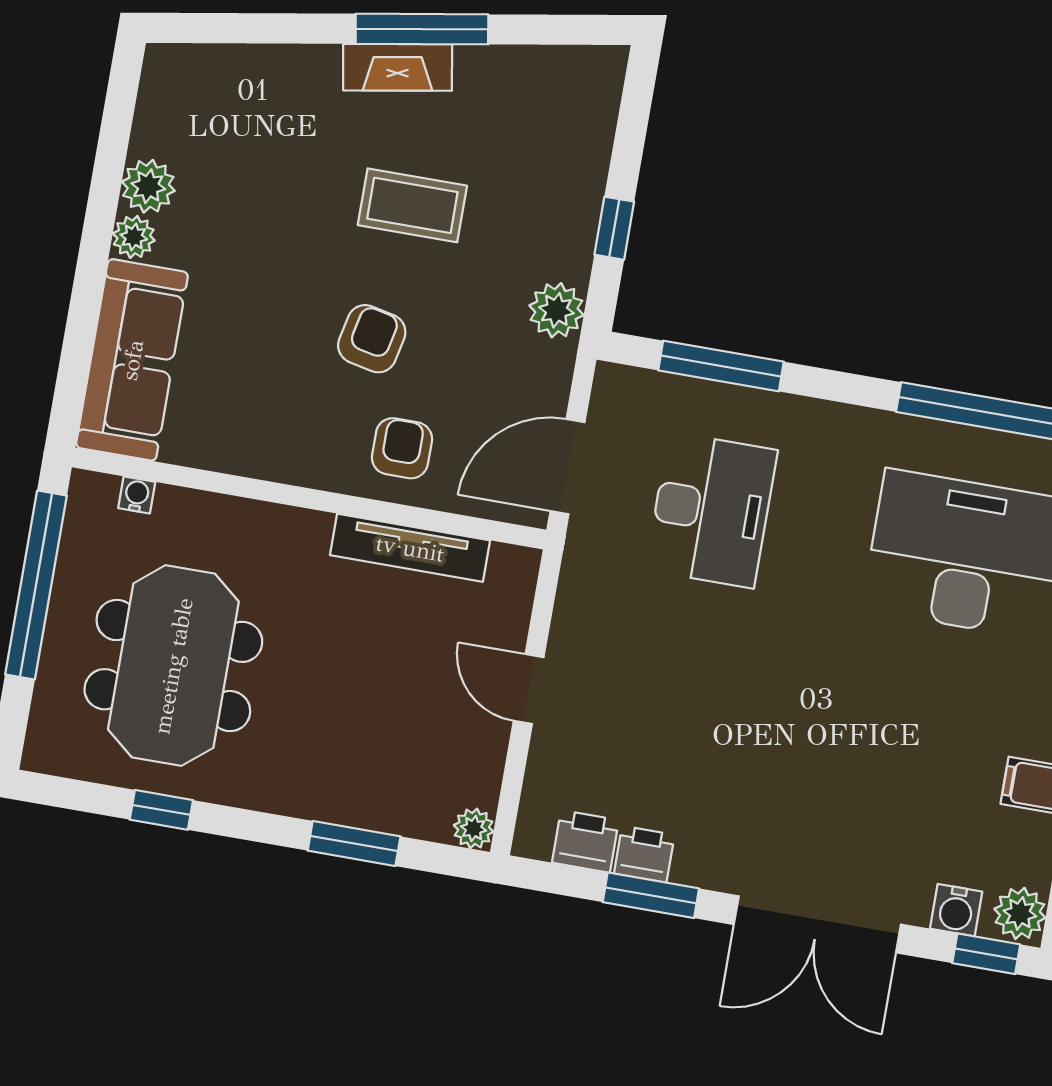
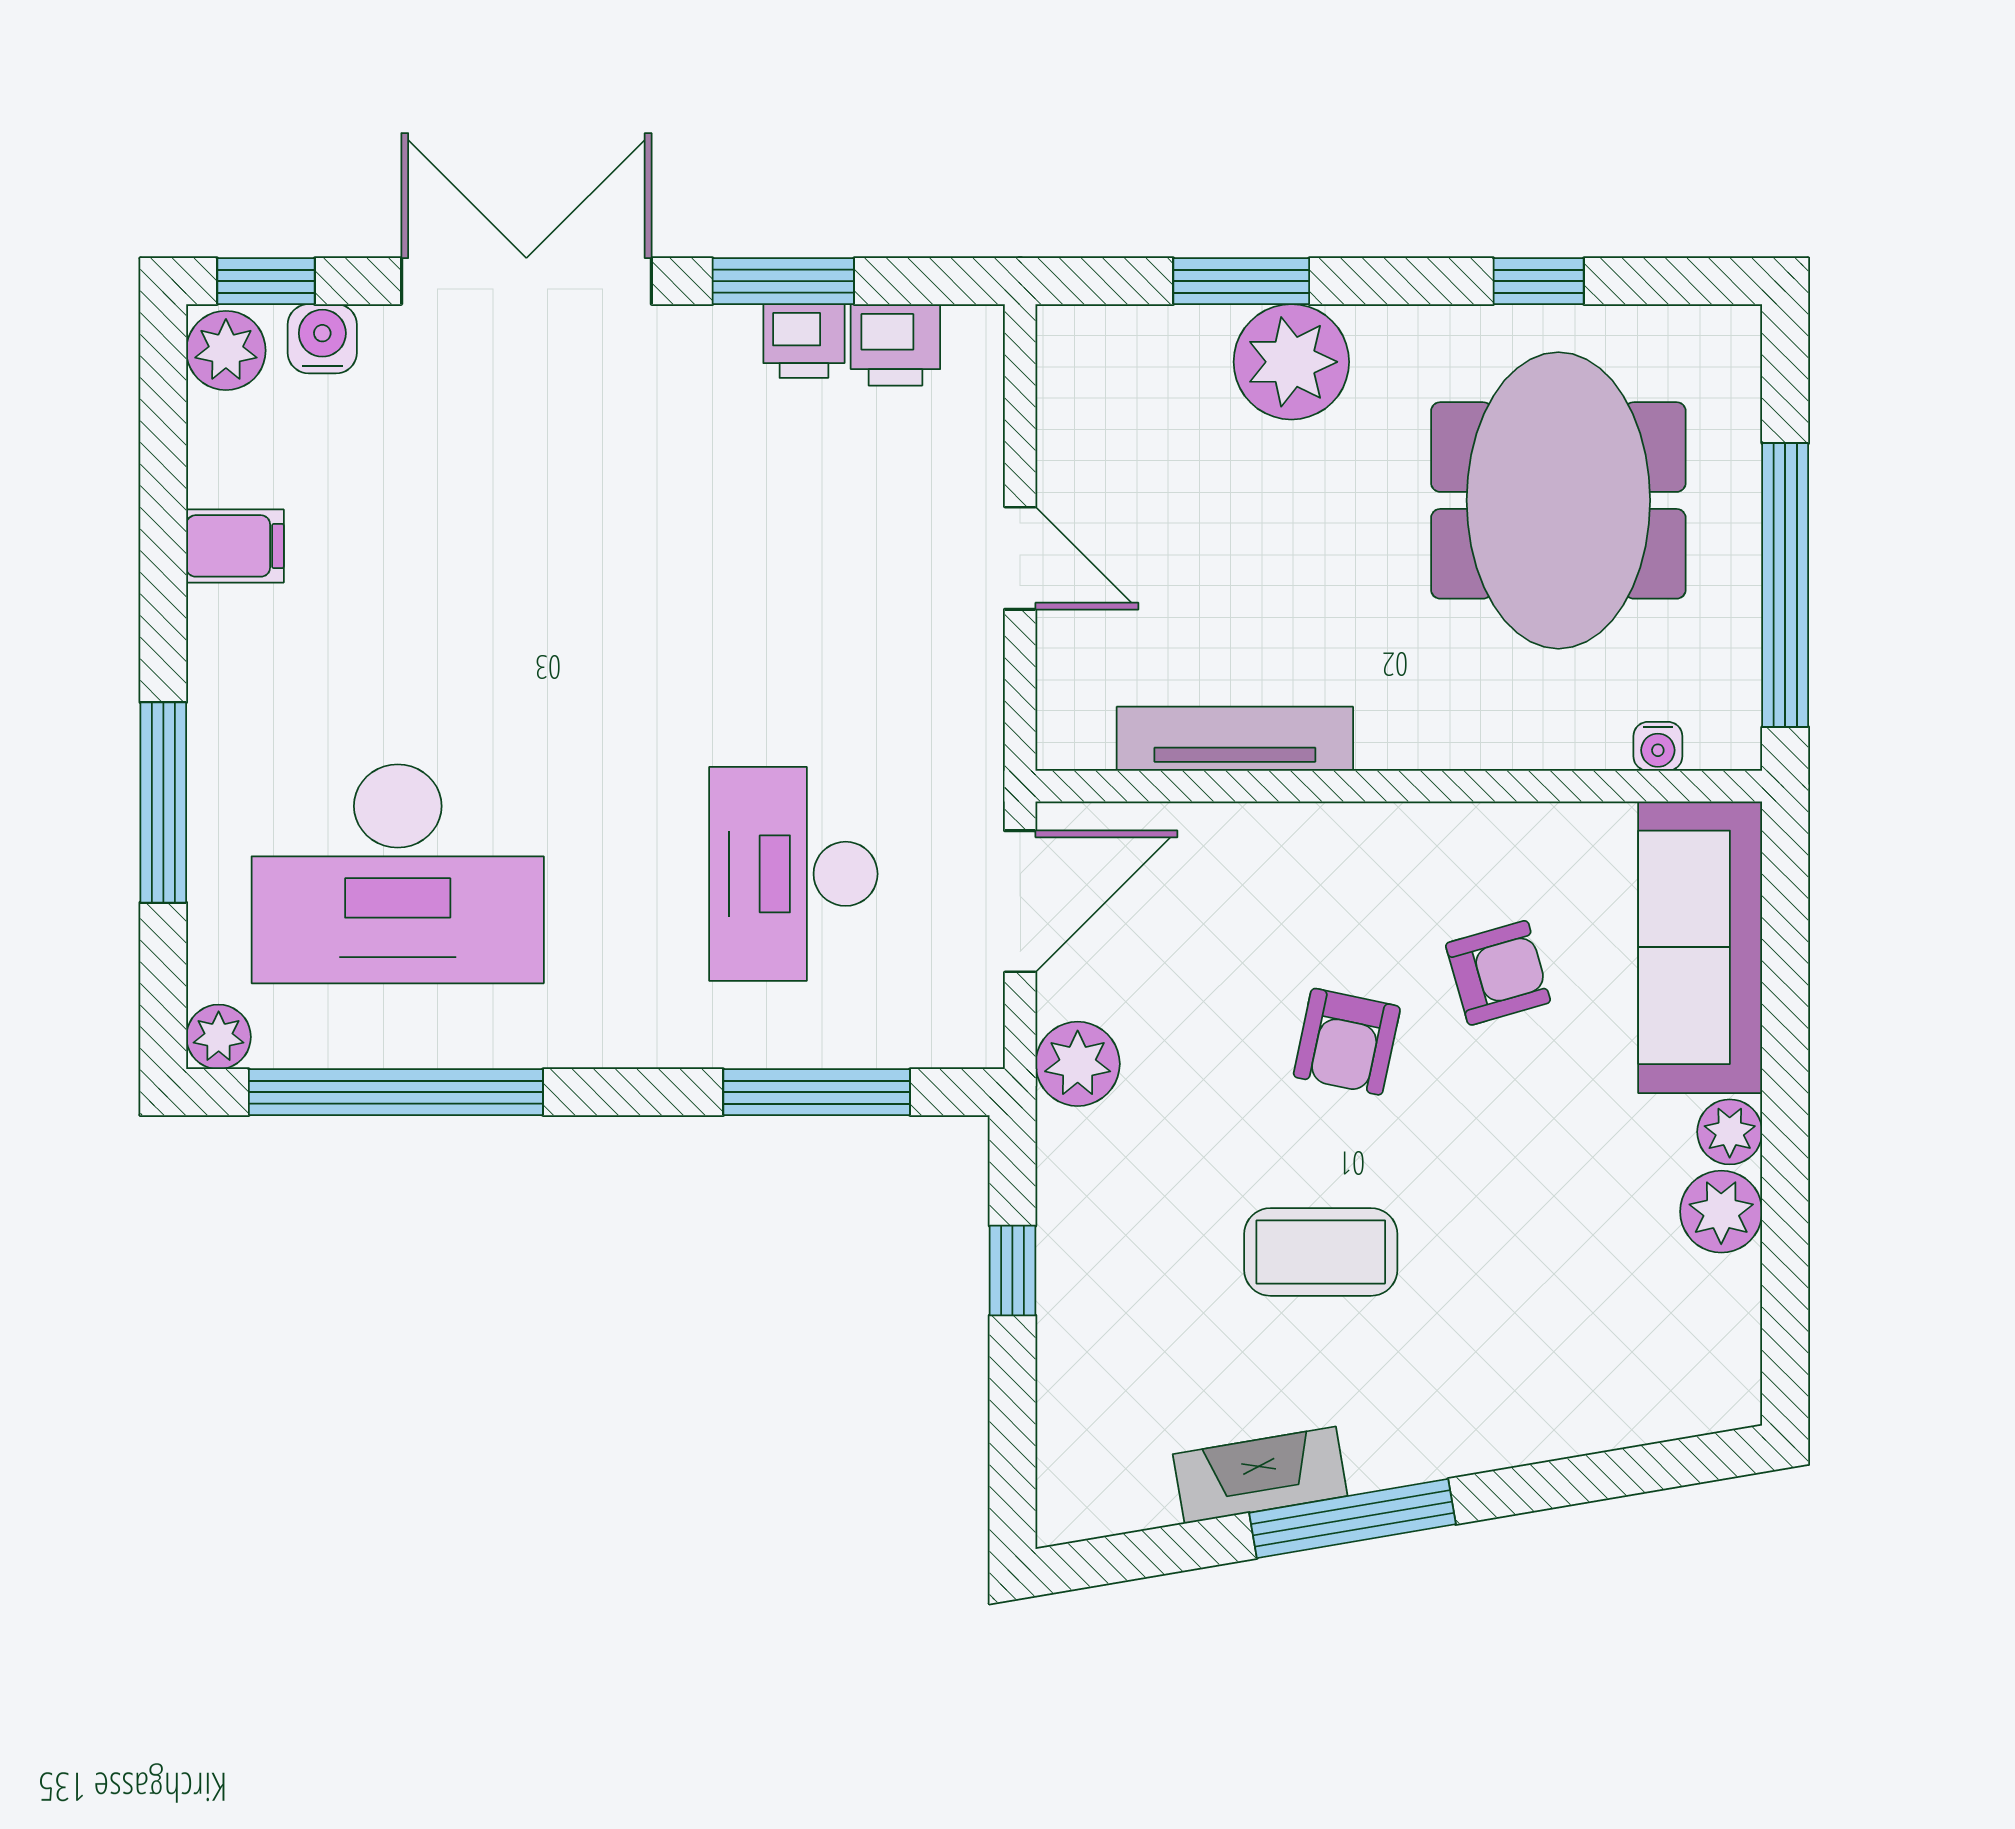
fireplace: (398, 67) -> (1260, 1475), moved
plant: (556, 310) -> (1078, 1064), moved
armchair: (402, 448) -> (1498, 973), moved, turned -106
plant: (474, 828) -> (1291, 362), moved, width x1.87, depth x1.87

